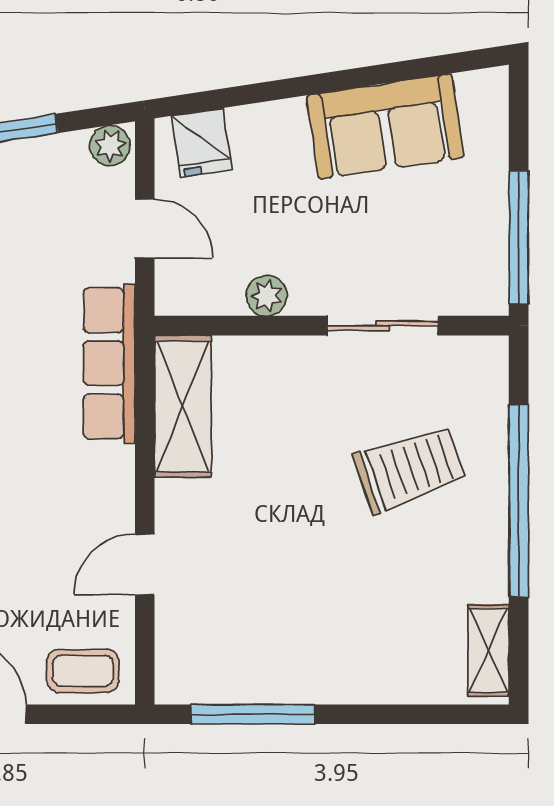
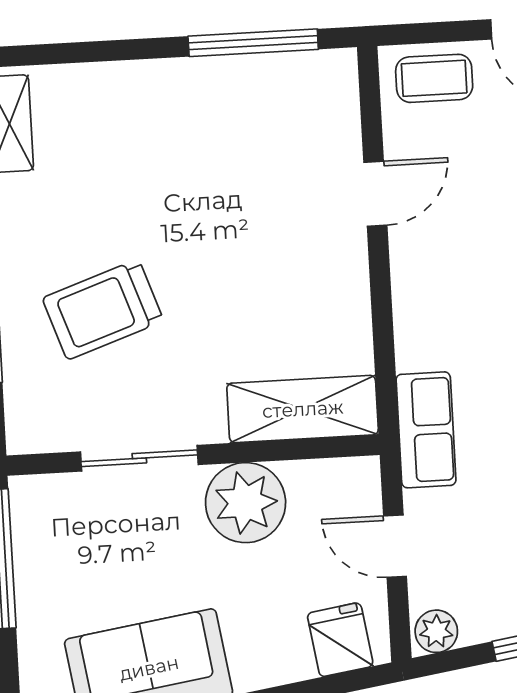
plant: (267, 296) -> (246, 503), width x1.88, depth x1.88
row of seats: (109, 363) -> (426, 430), width x0.68
shelving: (183, 406) -> (303, 409), moved, turned 90

